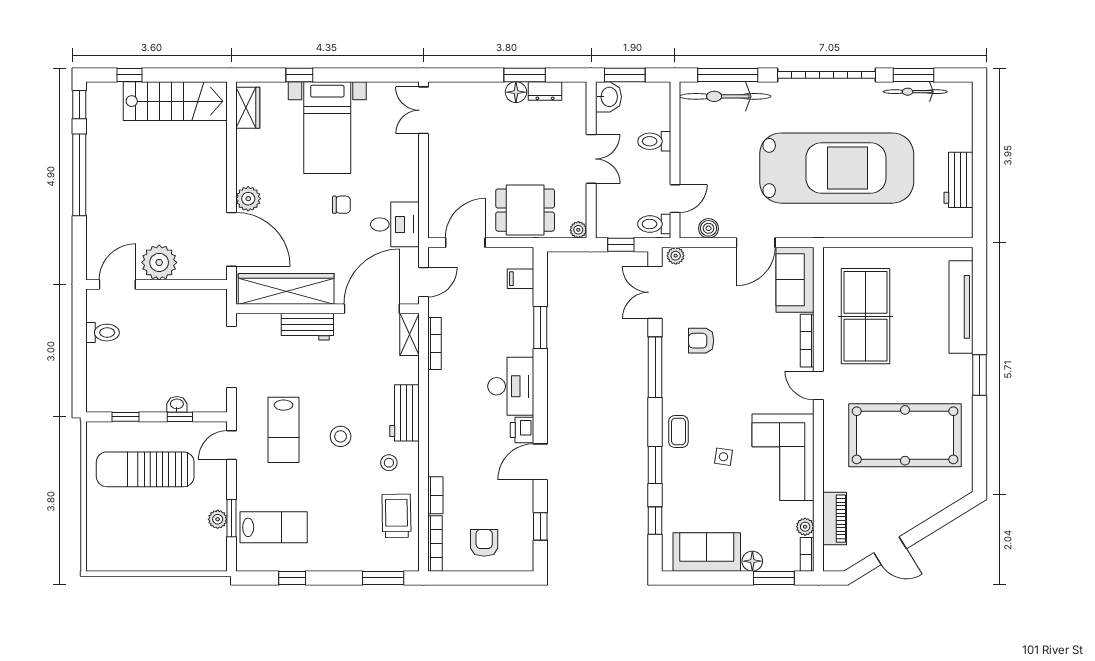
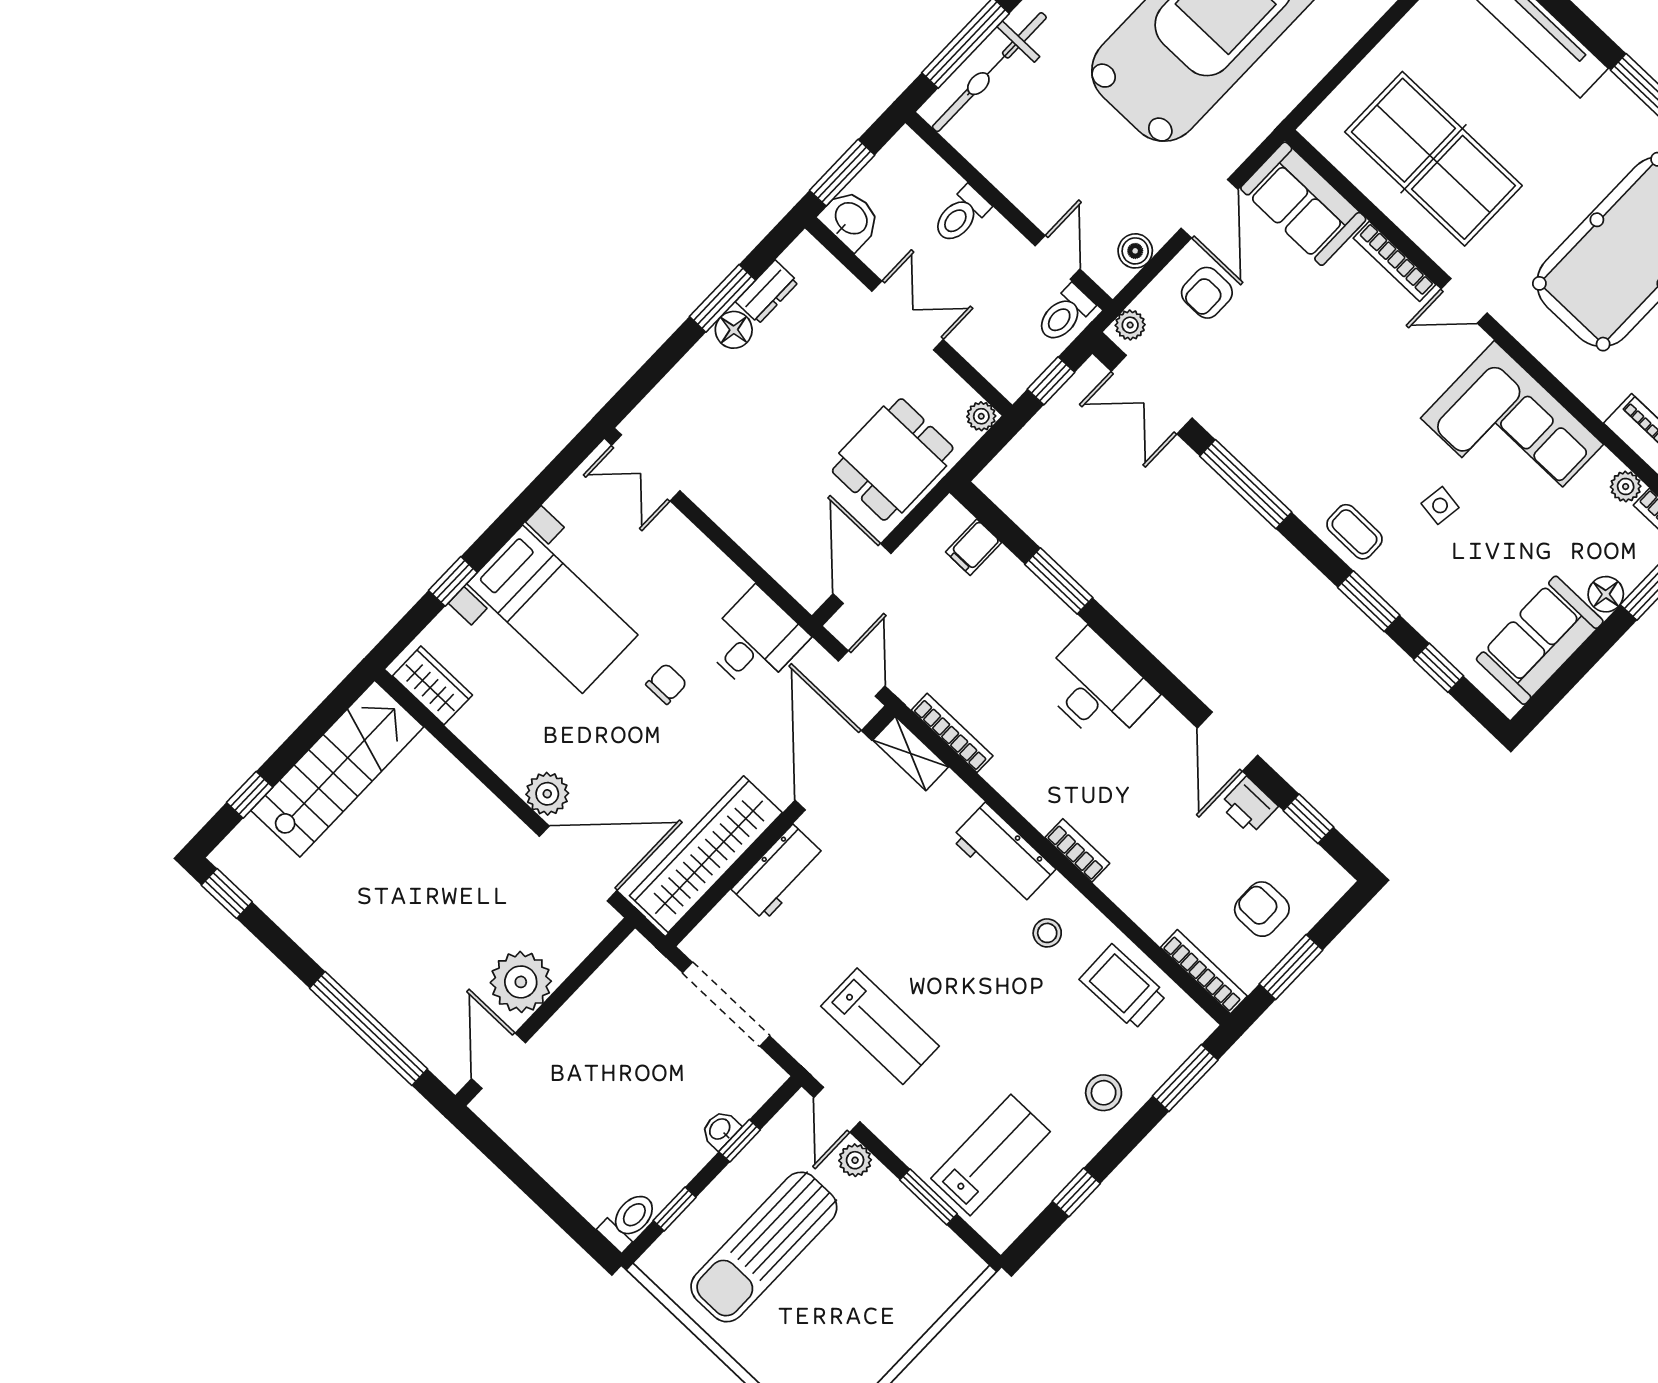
window: (79, 175) -> (369, 1028), moved
toilet: (103, 333) -> (629, 1221), moved
armchair: (701, 341) -> (1207, 293), moved
printer: (522, 430) -> (1249, 806), moved
stool: (341, 436) -> (1104, 1093), moved
bookcase: (435, 495) -> (1077, 850), moved
plant: (218, 519) -> (855, 1160), moved
window: (472, 578) -> (1291, 967), added

